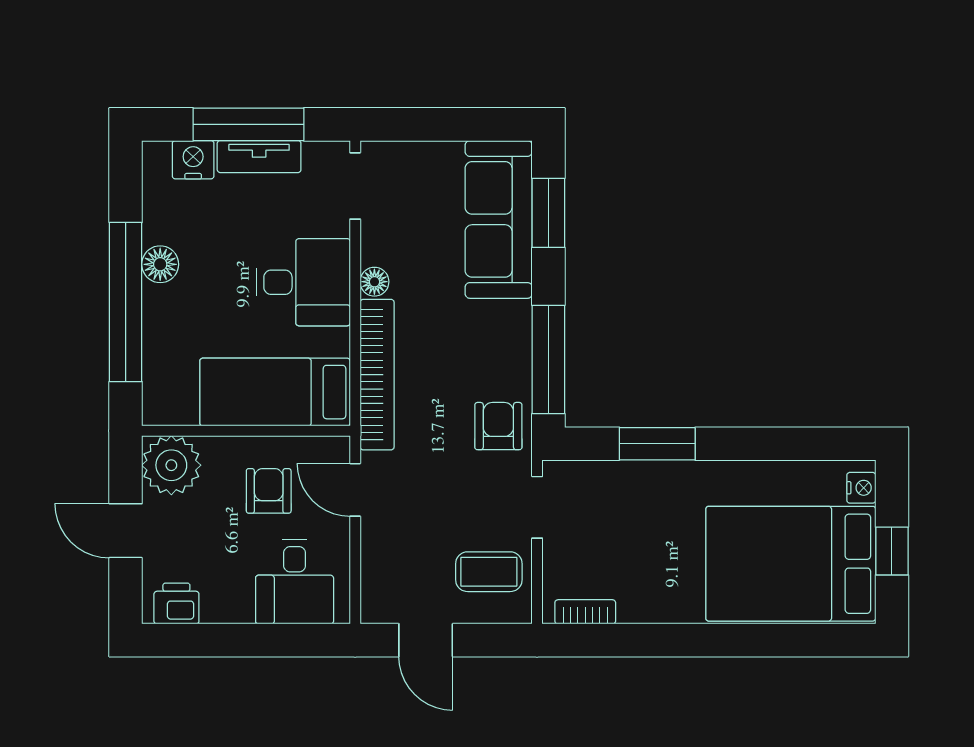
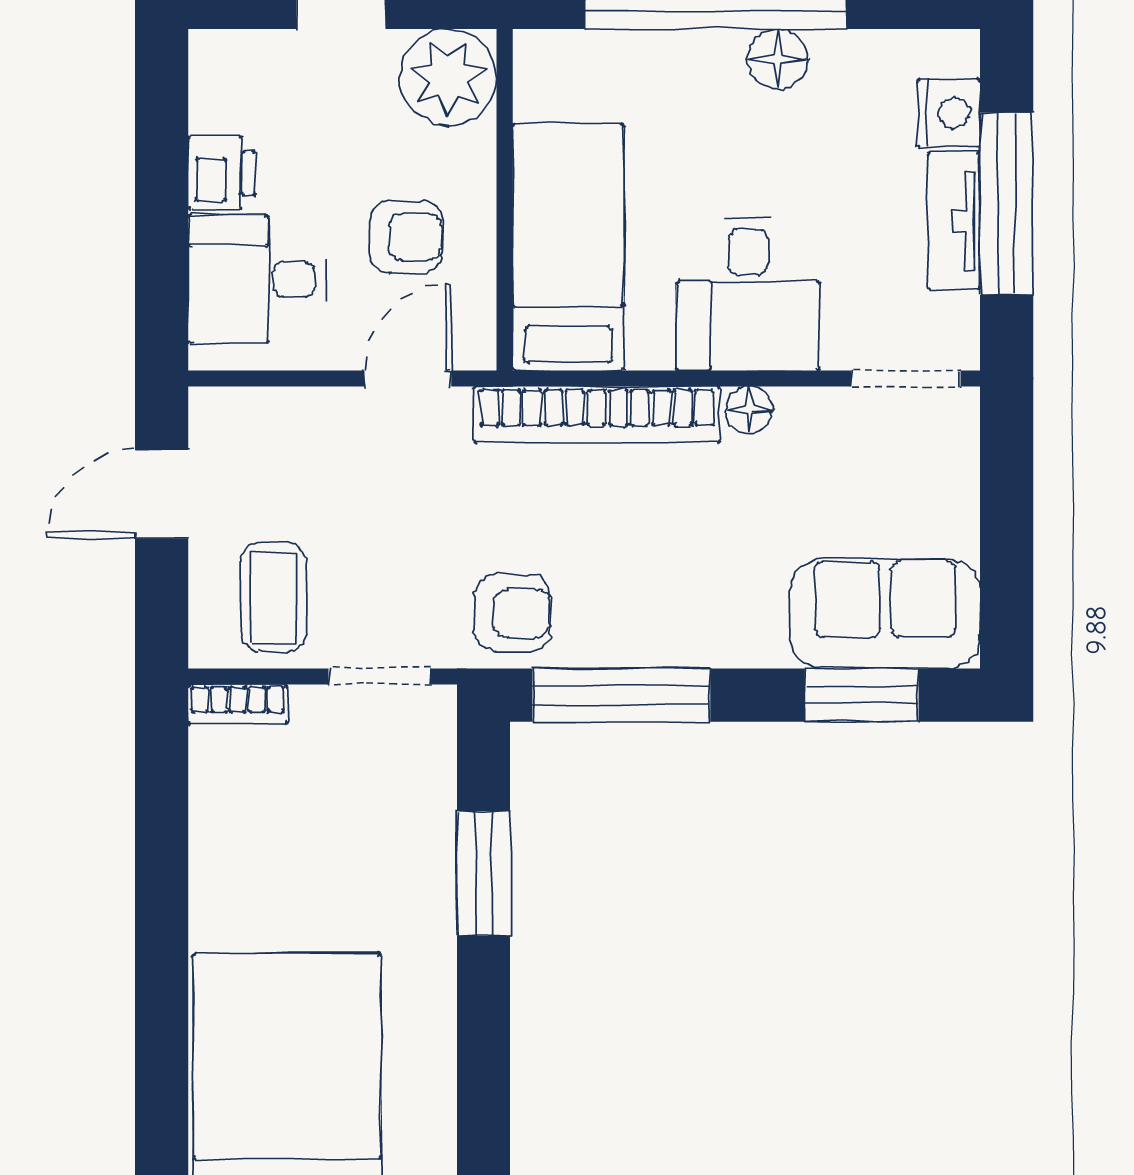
sofa: (499, 219) -> (885, 614), width x0.73
printer: (176, 604) -> (222, 173), moved
bookcase: (585, 612) -> (238, 704), moved, turned 90

